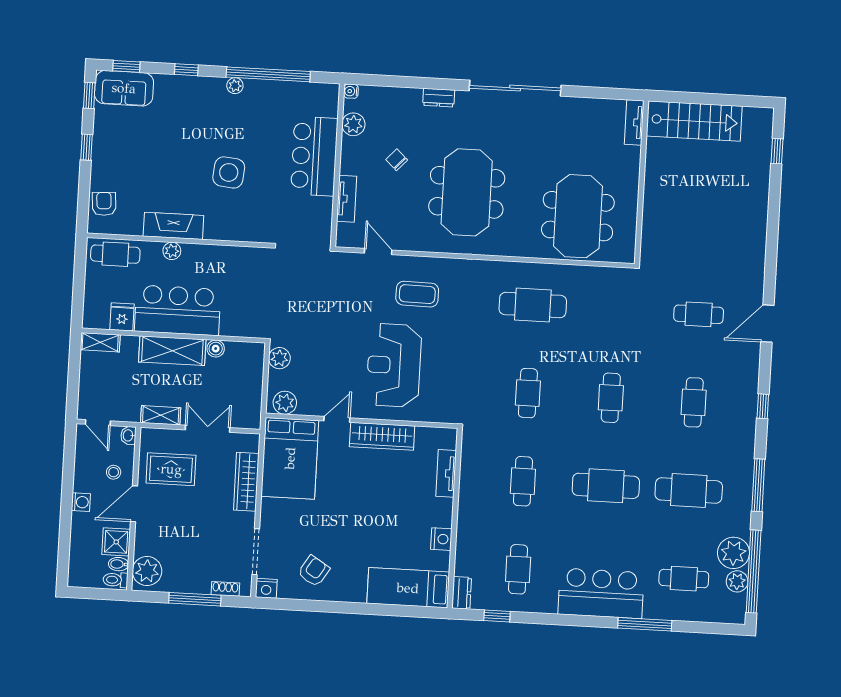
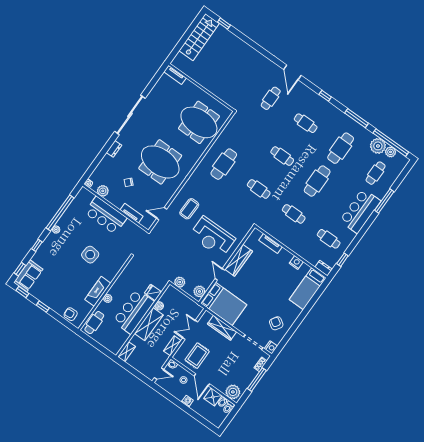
stairs: (694, 121) -> (199, 37), moved
fridge: (122, 317) -> (153, 292), moved

